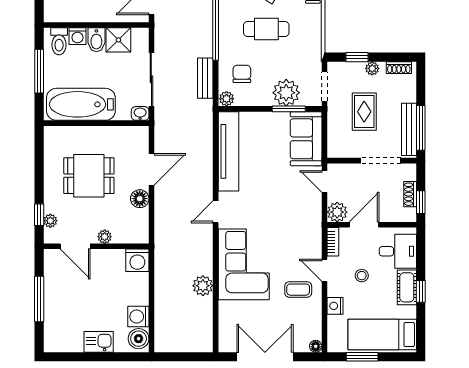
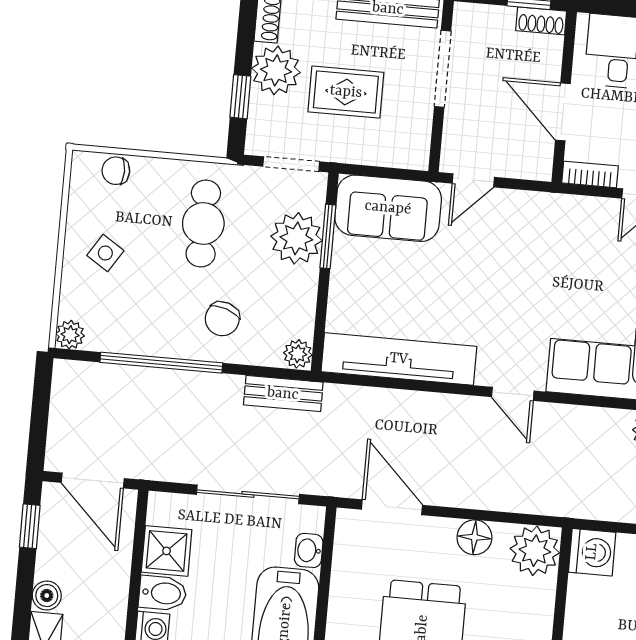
cafe table: (266, 29) -> (203, 223), moved
plant: (372, 68) -> (276, 70), width x1.88, depth x1.88
chair: (242, 74) -> (222, 319), moved, turned -71
bench: (205, 78) -> (283, 394), moved
washbasin: (140, 113) -> (309, 550), moved
door: (151, 169) -> (392, 507), moved
shoe rack: (410, 194) -> (541, 21), moved
plant: (337, 212) -> (534, 161), removed
plant: (105, 237) -> (535, 551), moved, width x1.87, depth x1.87

